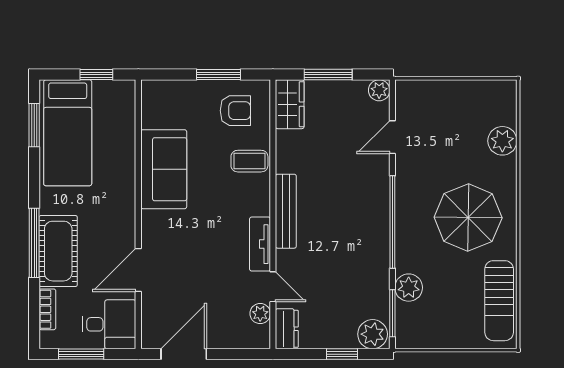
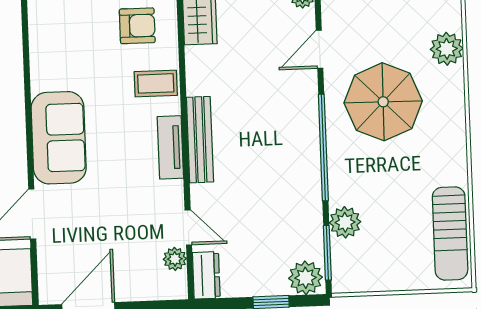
sofa: (164, 169) -> (59, 138), moved
parasol: (468, 217) -> (383, 102), moved
tv unit: (260, 244) -> (170, 147), moved

